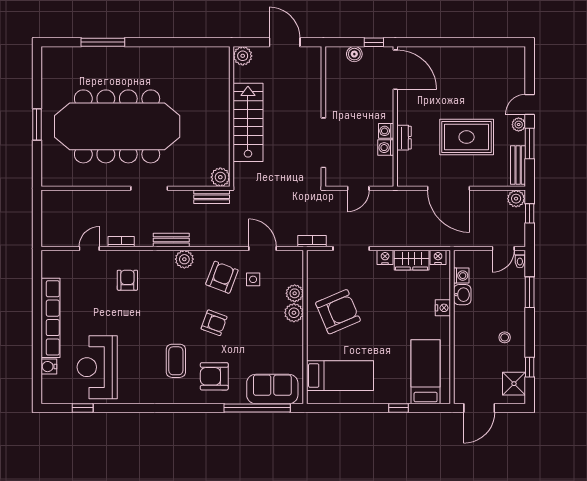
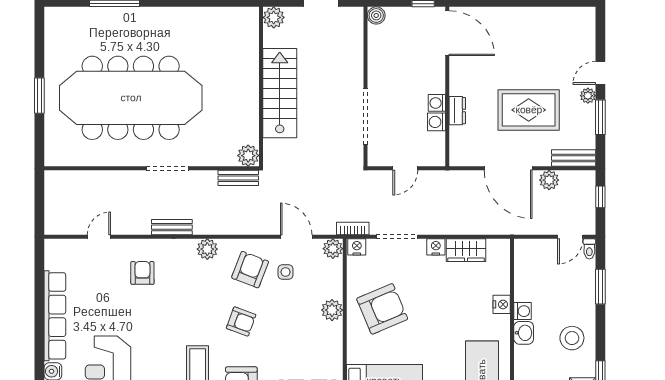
boiler: (354, 54) -> (376, 15), moved
bench: (518, 165) -> (574, 158), moved, turned 90
plant: (516, 199) -> (549, 180), moved
bench: (171, 240) -> (172, 227), moved
bookcase: (121, 242) -> (135, 229), removed
nightstand: (438, 257) -> (357, 247), moved
washing machine: (461, 276) -> (523, 311), moved
plant: (295, 293) -> (333, 249), moved
washbasin: (462, 295) -> (524, 333), moved
stool: (505, 337) -> (572, 338), width x1.89, depth x1.89

